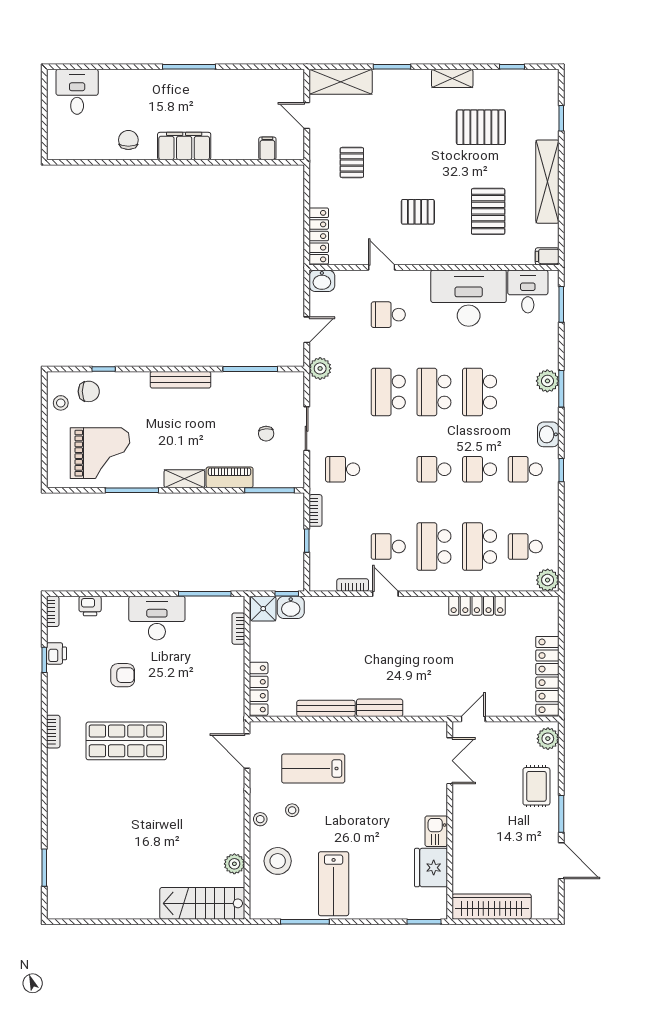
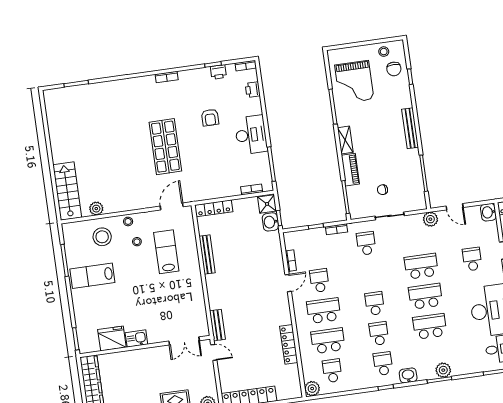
bench: (380, 708) -> (217, 325), moved
shop shelf: (126, 741) -> (165, 147), moved

